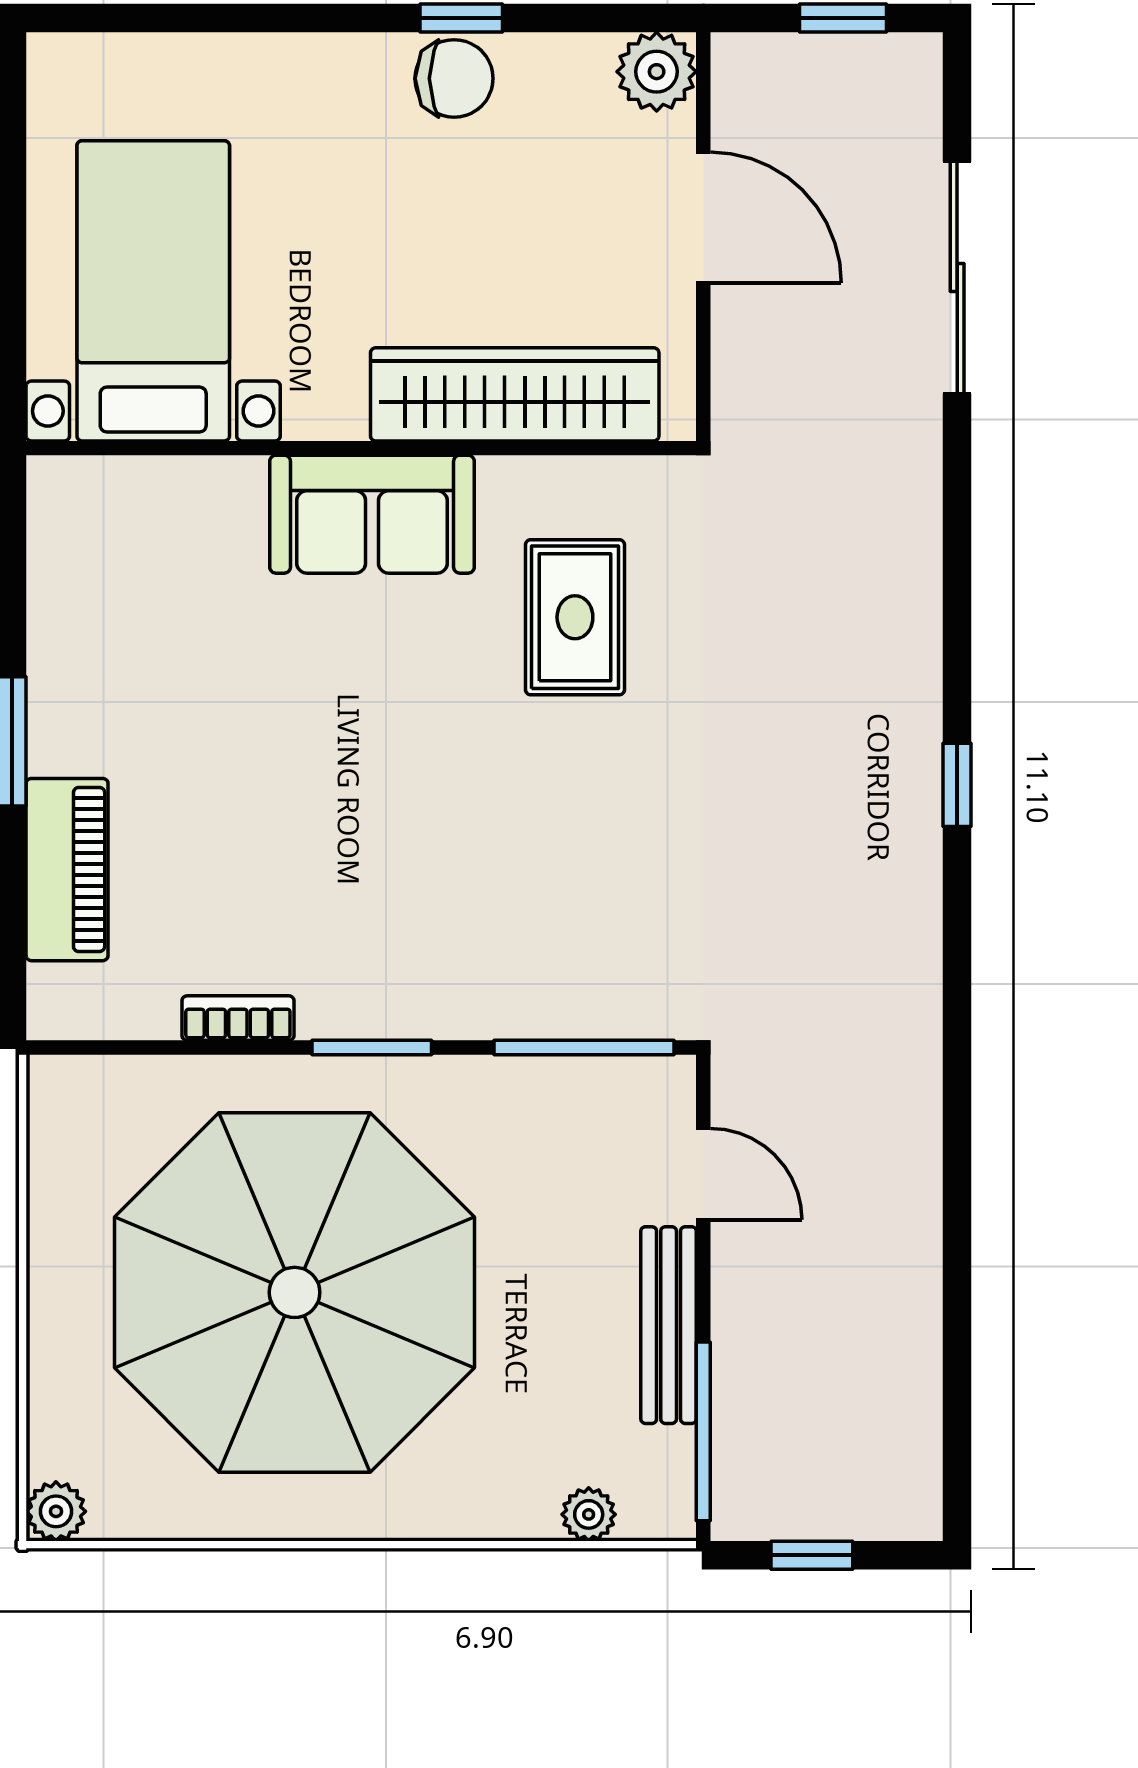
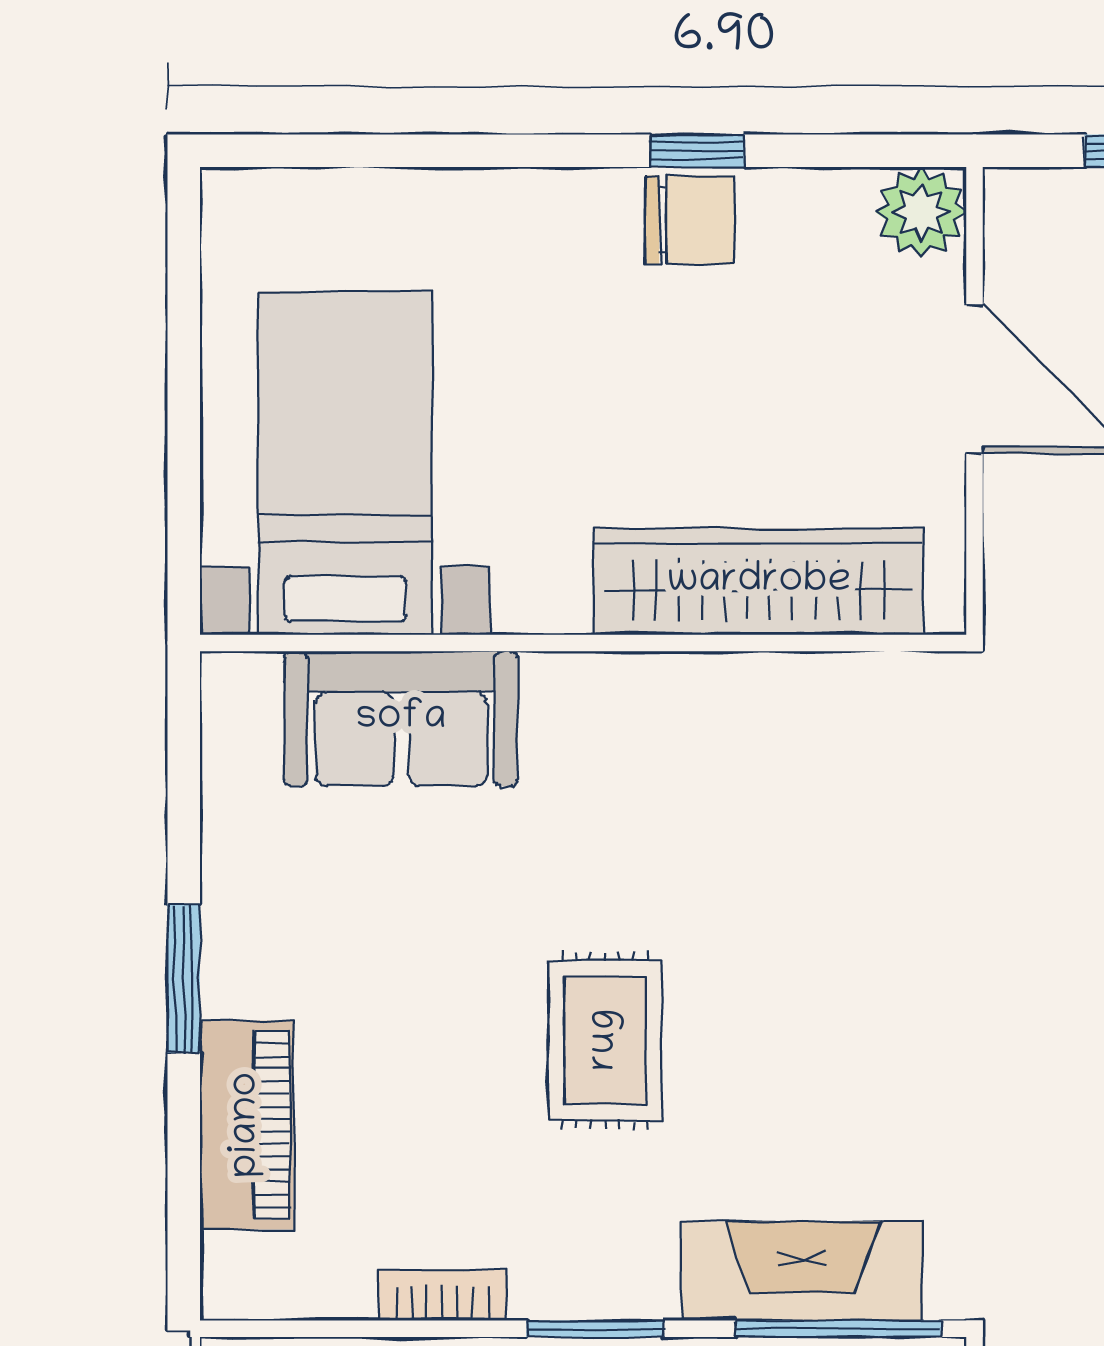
sofa: (372, 514) -> (401, 719), moved
rug: (575, 617) -> (605, 1040), moved
fireplace: (553, 997) -> (802, 1271), added

